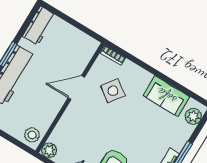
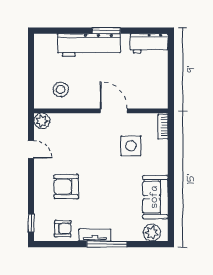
side table: (113, 91) -> (131, 146), turned -36
stool: (32, 135) -> (61, 89), moved

